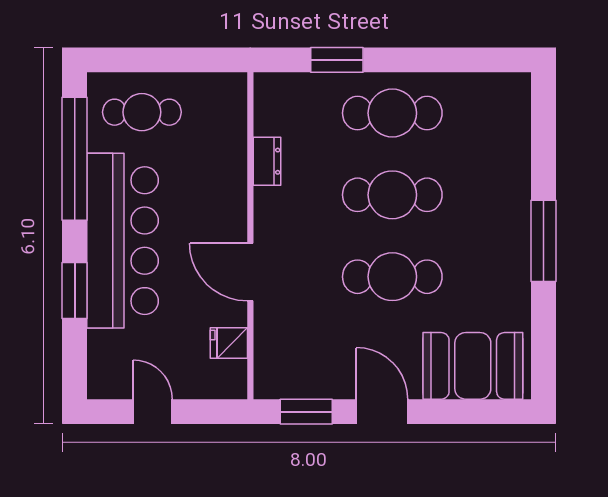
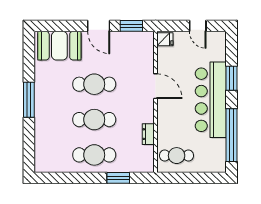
cafe table: (142, 112) -> (177, 156), moved
fridge: (229, 343) -> (165, 39), moved

